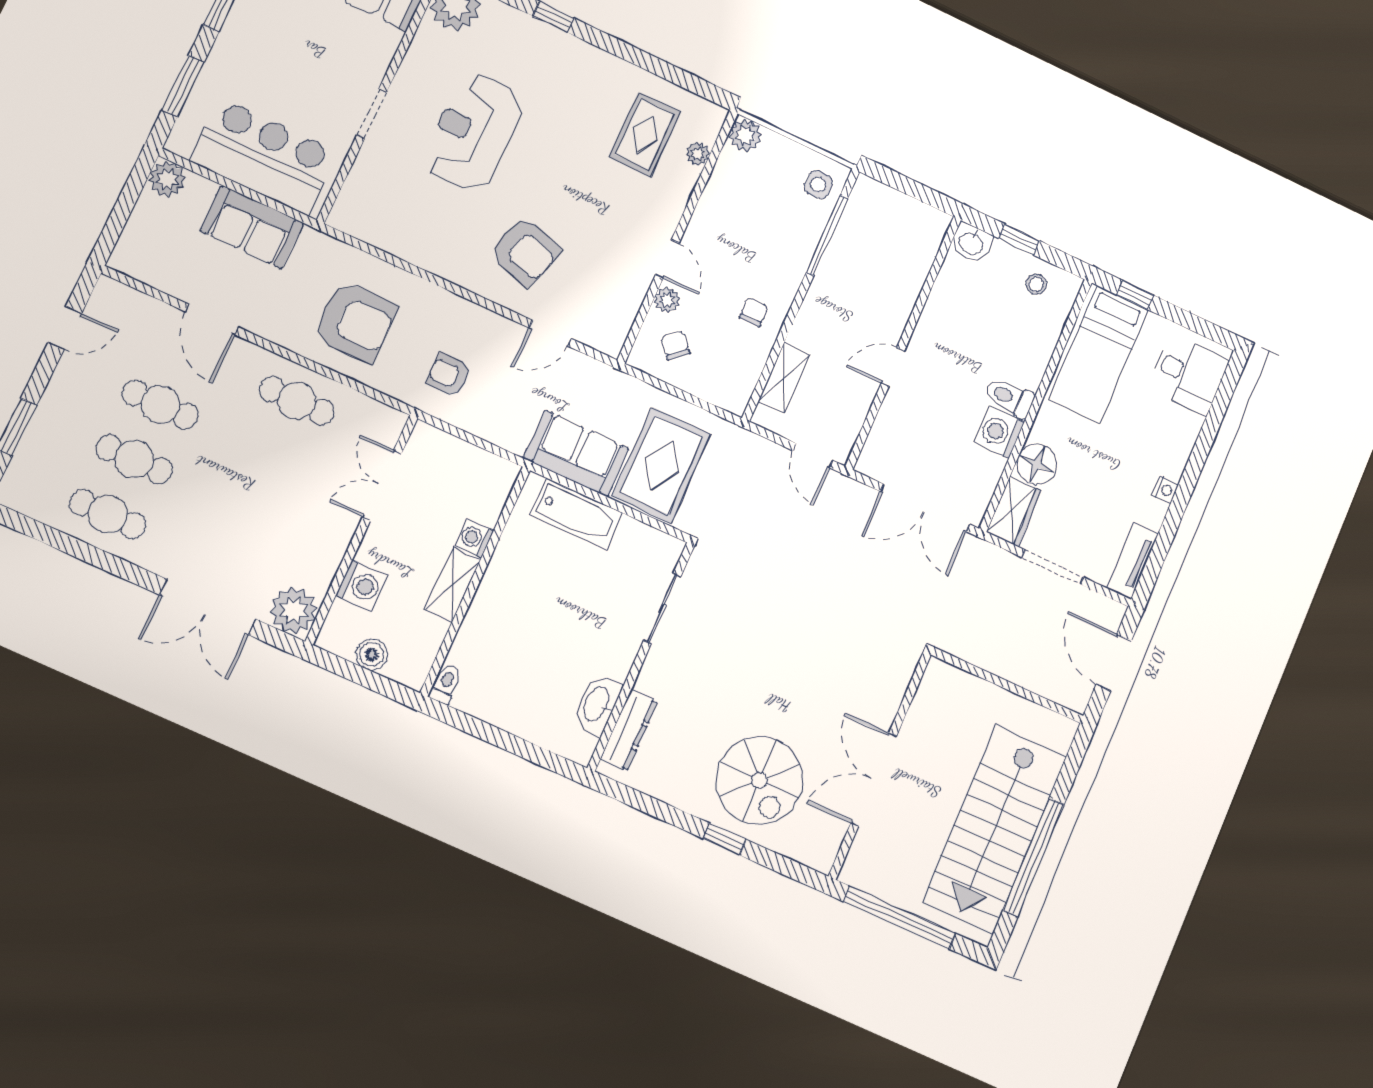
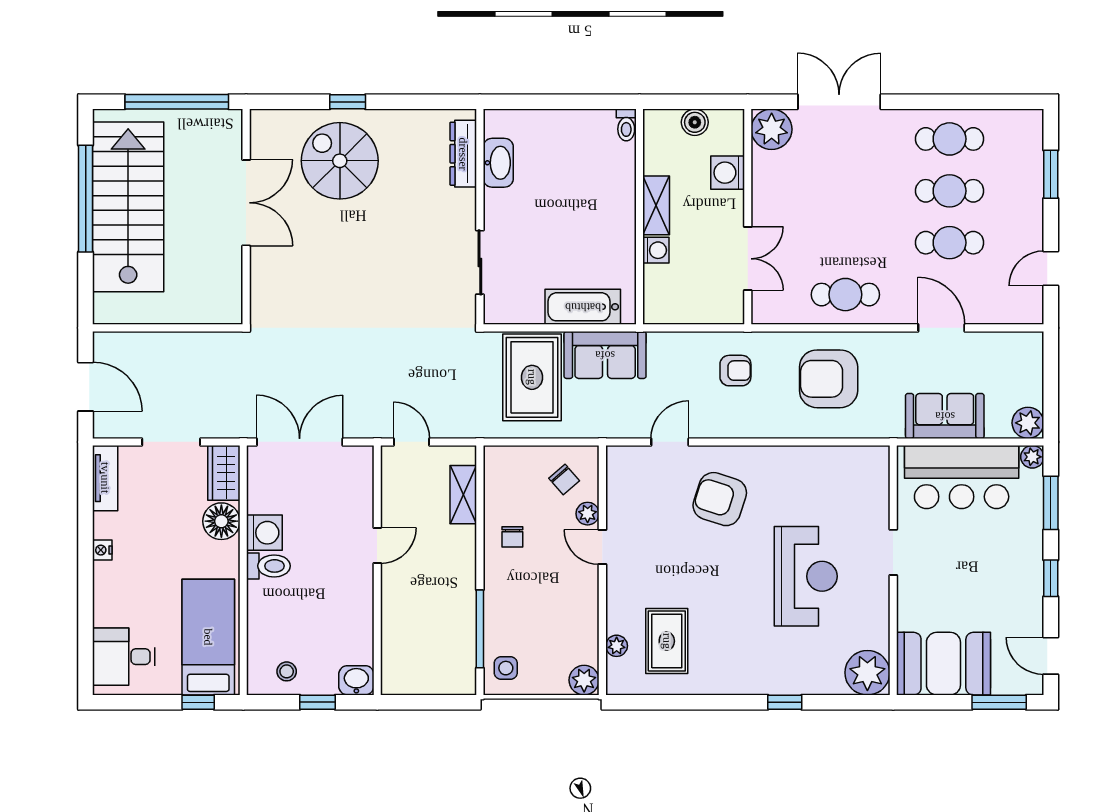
plant: (180, 142) -> (1032, 457), added

